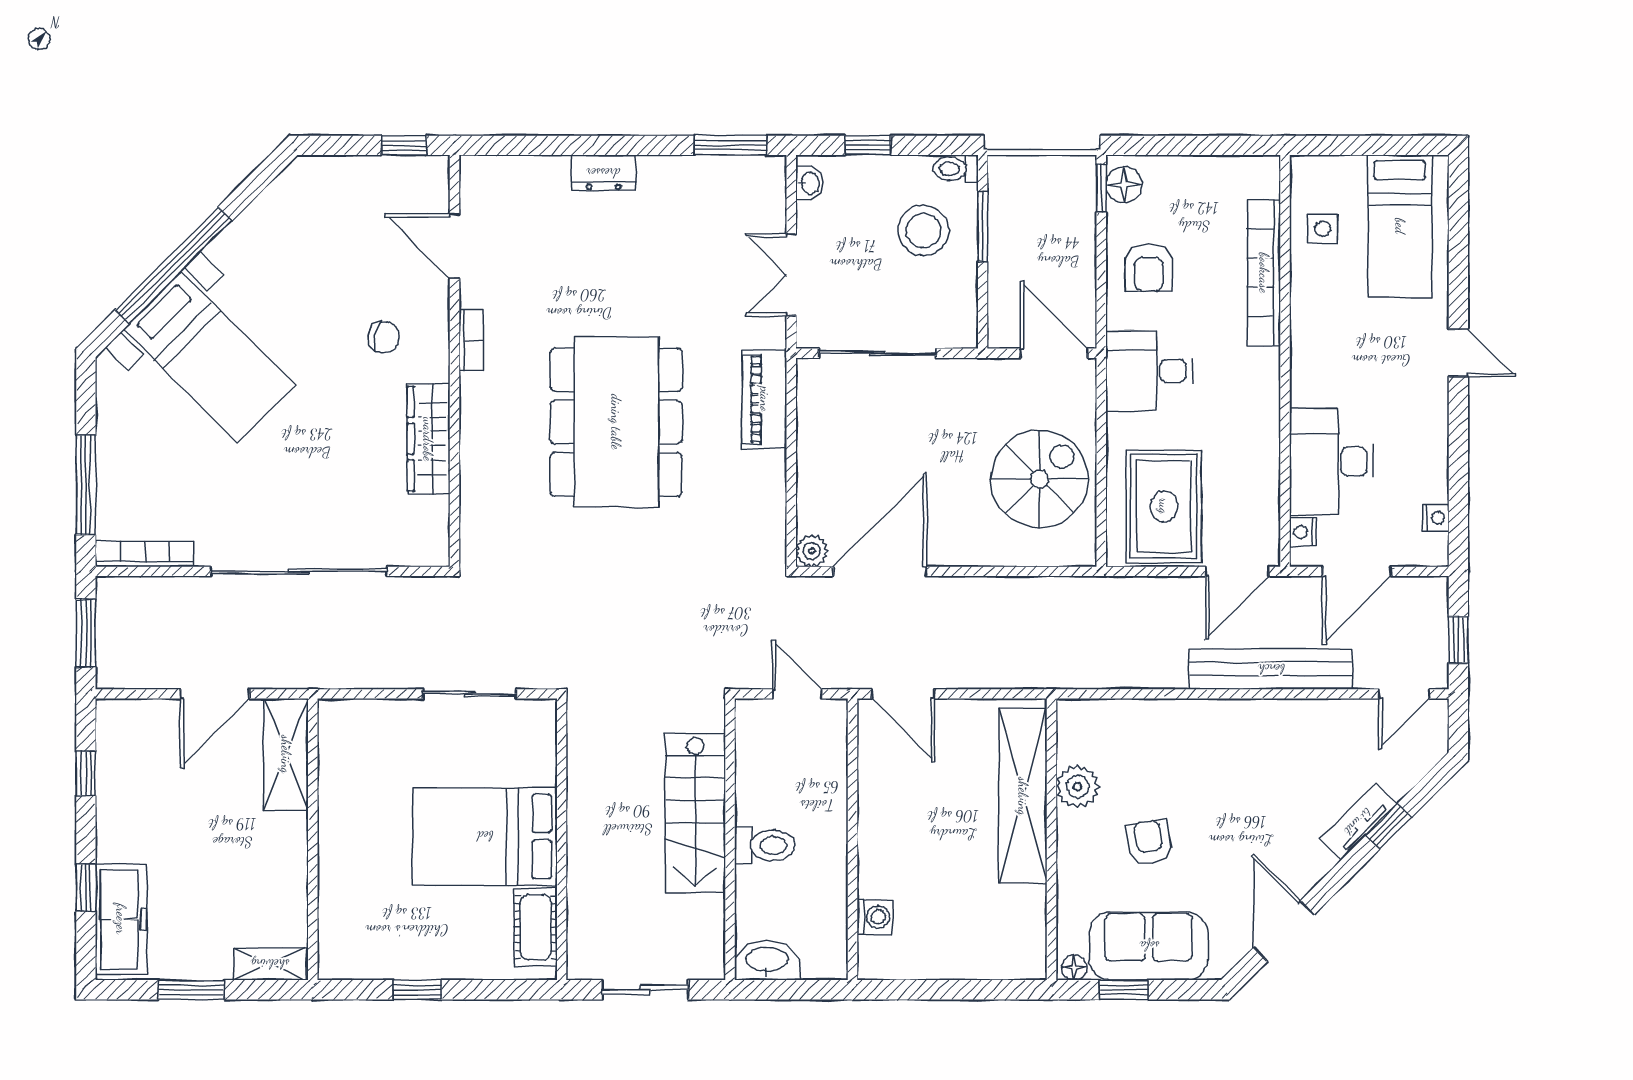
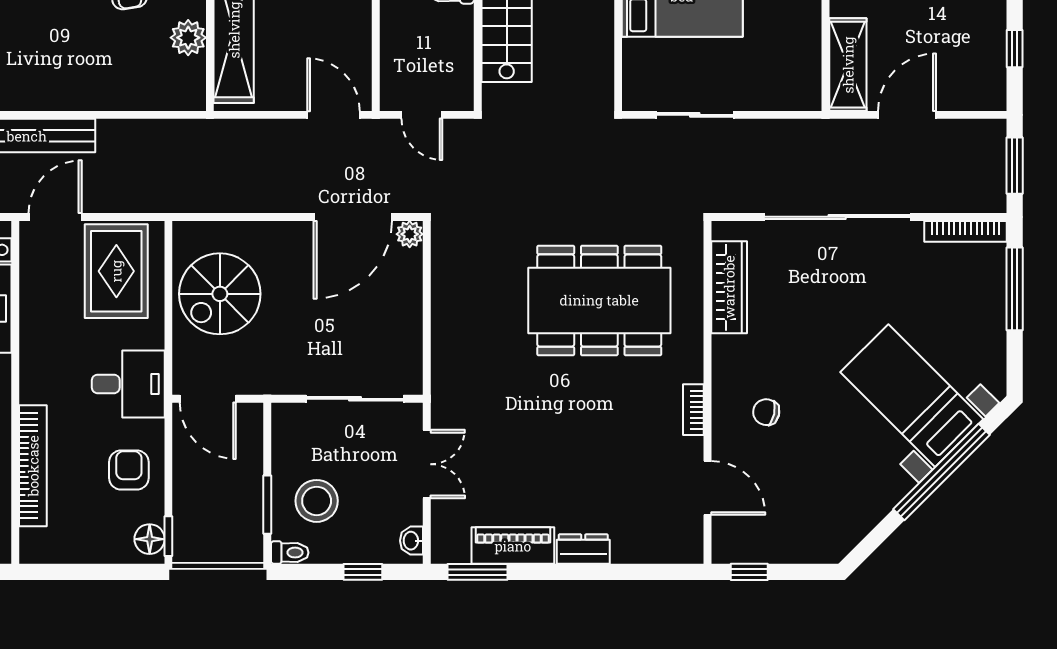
piano: (765, 399) -> (513, 546), moved, turned -90
dining table: (616, 422) -> (599, 300), moved, turned 90
wardrobe: (428, 439) -> (729, 287), moved

